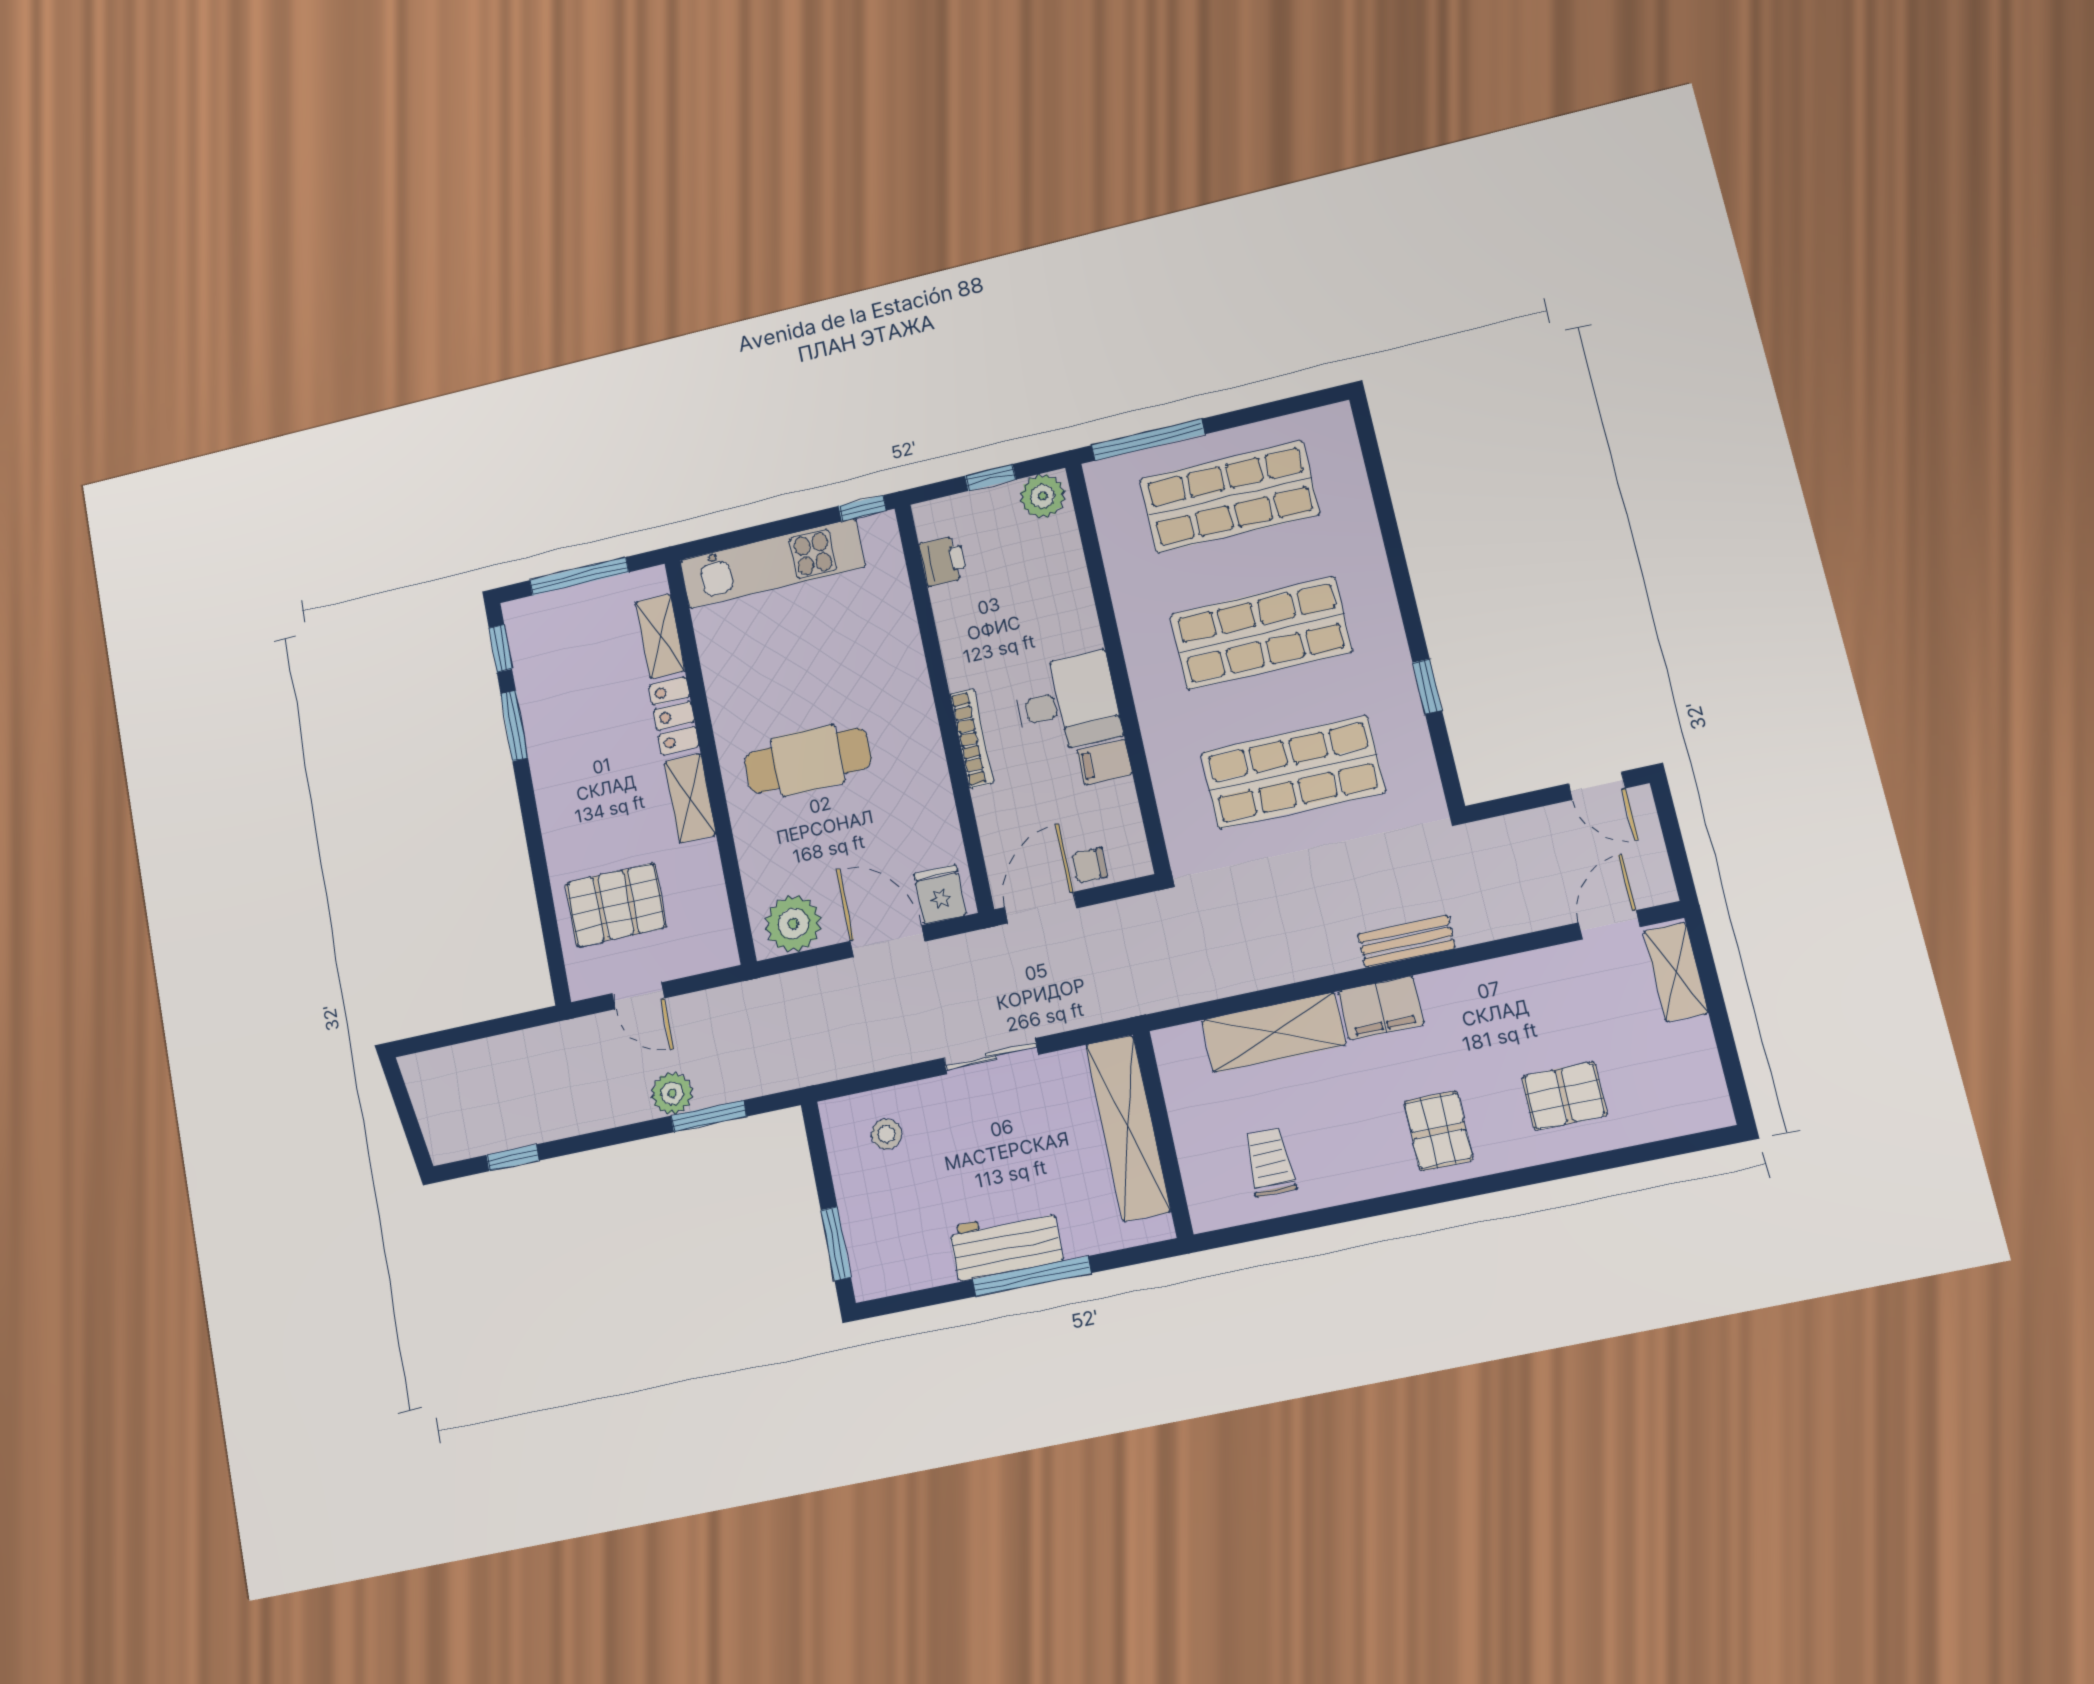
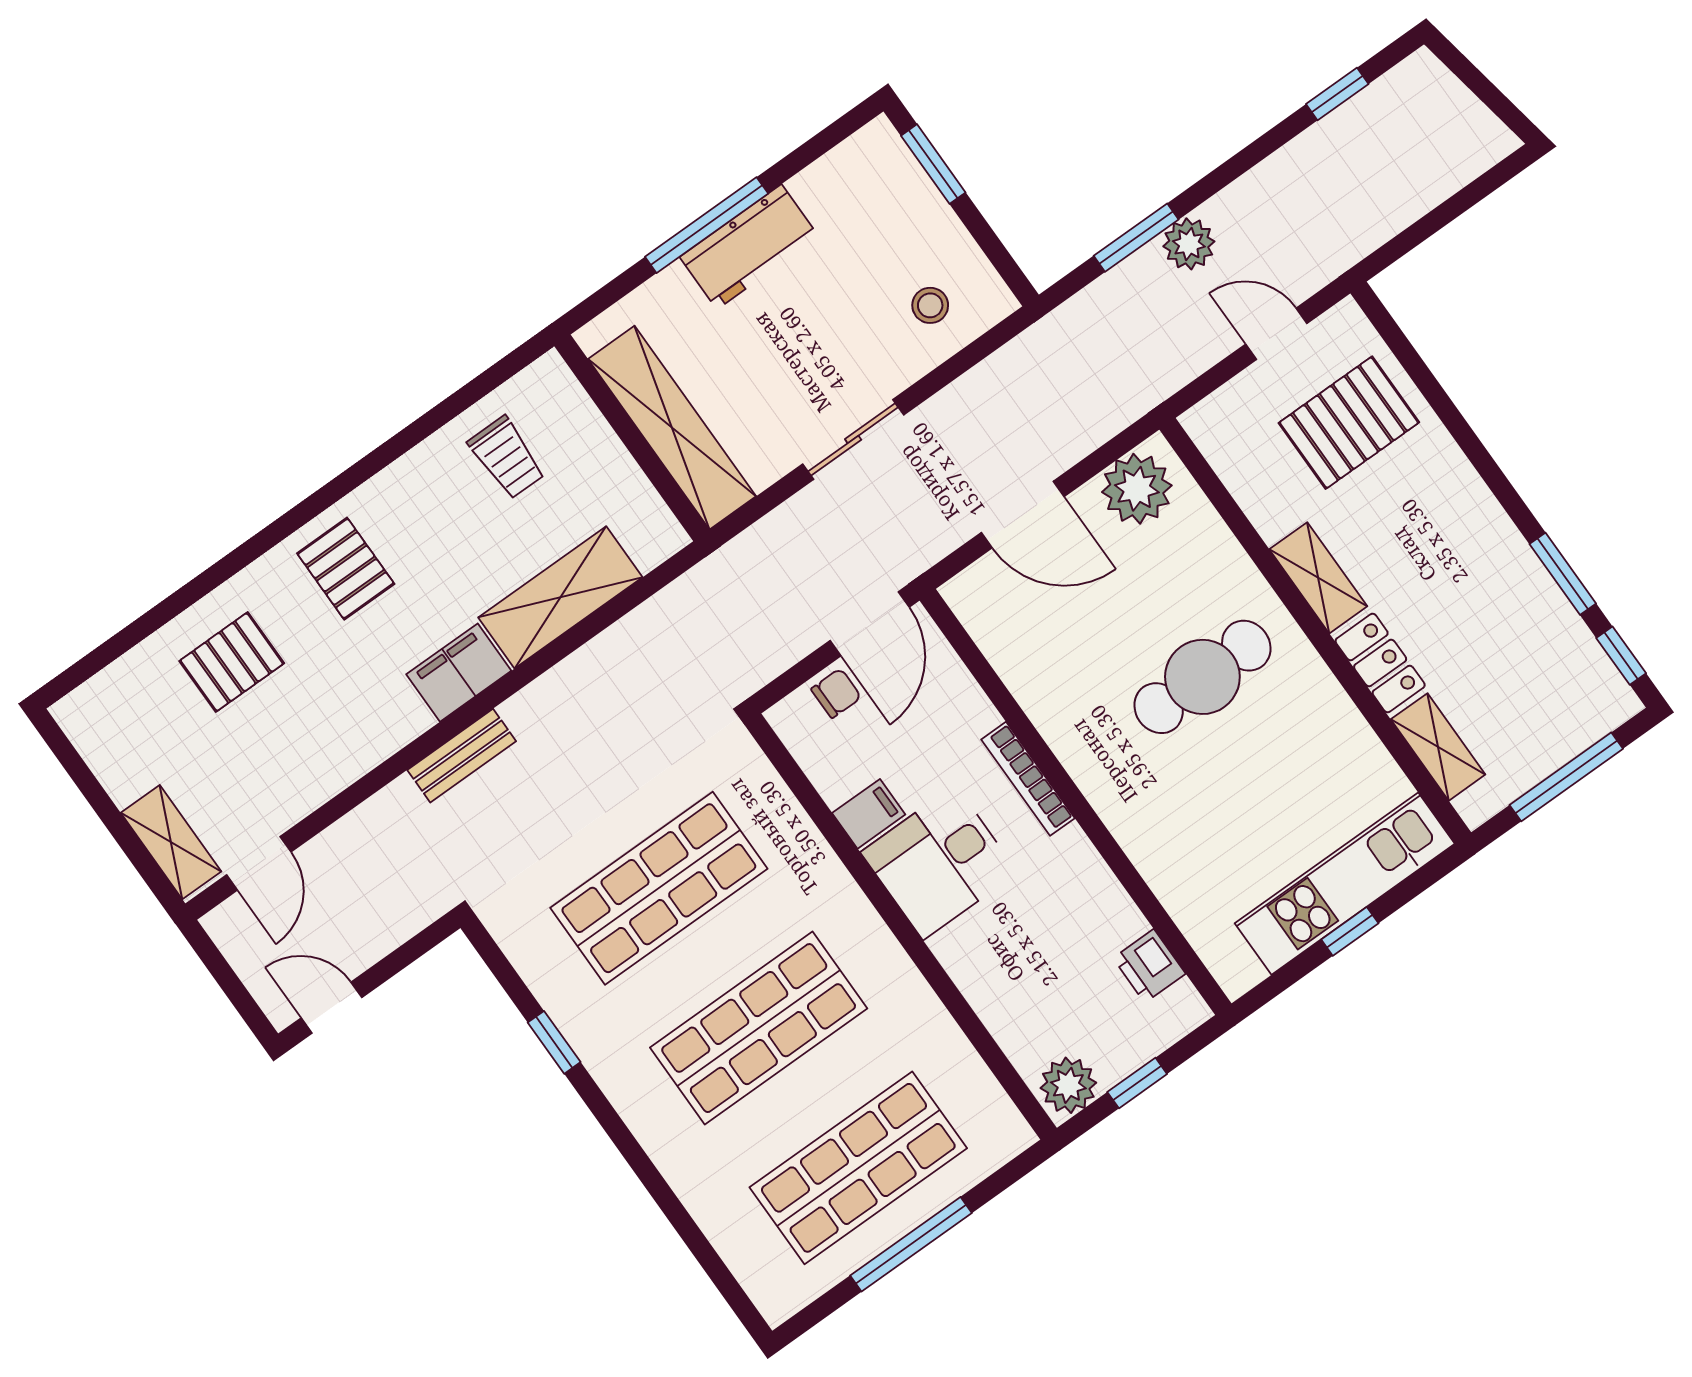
window: (1148, 440) -> (911, 1244), moved
window: (862, 508) -> (1350, 931), moved
fridge: (940, 894) -> (987, 591), removed

